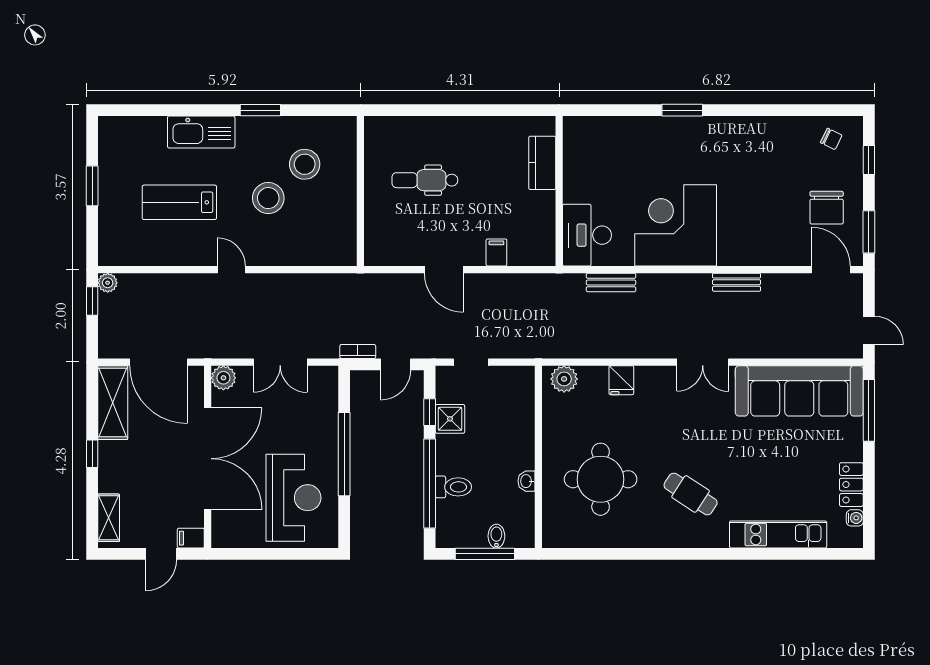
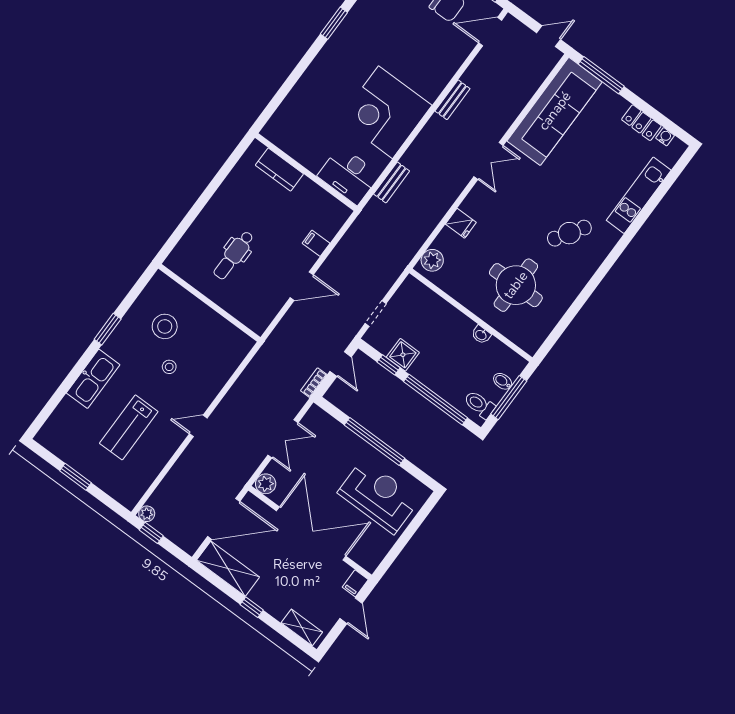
window: (682, 110) -> (334, 23), moved
stool: (268, 198) -> (169, 367), width x0.53, depth x0.53
toilet: (453, 487) -> (479, 405), moved, turned -90

